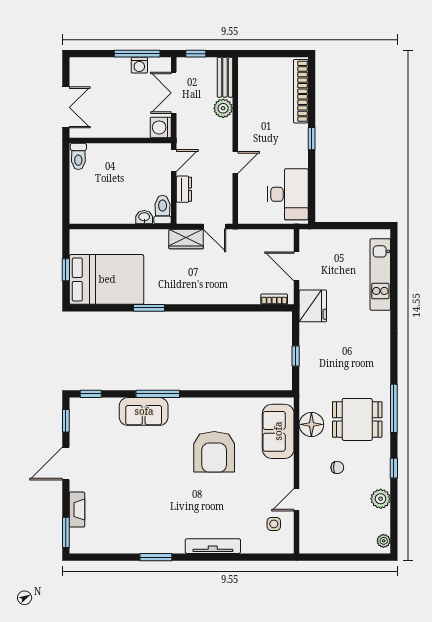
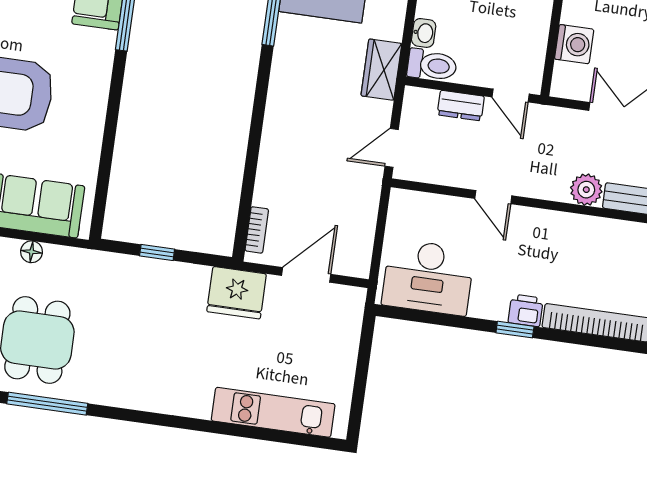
washing machine: (161, 127) -> (574, 44), moved, turned 90
printer: (299, 134) -> (526, 310), added
wardrobe: (186, 239) -> (381, 70), moved
floor lamp: (311, 424) -> (31, 252), width x0.53, depth x0.53

